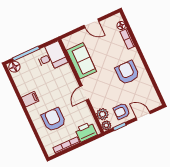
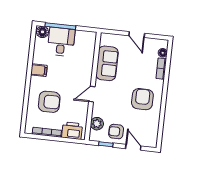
desk: (52, 57) -> (61, 42), moved, turned -90
armchair: (54, 120) -> (49, 102), turned 90
plant: (106, 125) -> (94, 136), removed

